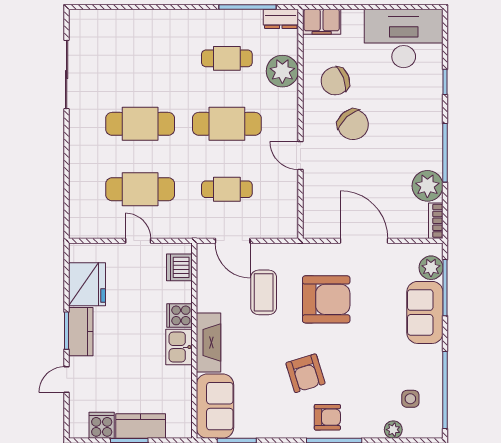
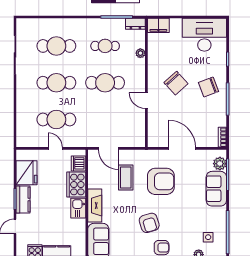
plant: (282, 71) -> (140, 53), width x0.53, depth x0.53
chair: (335, 81) -> (209, 87), moved
plant: (427, 186) -> (218, 118), removed
cafe table: (227, 189) -> (56, 46), moved, width x1.37, depth x1.35
cooker: (179, 315) -> (76, 185), width x1.87, depth x1.31

